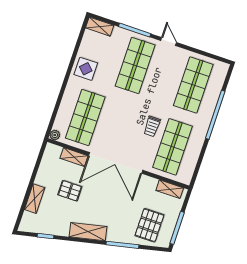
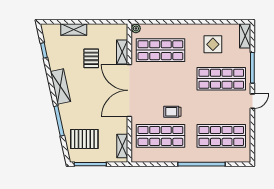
display table: (86, 69) -> (213, 44), moved

